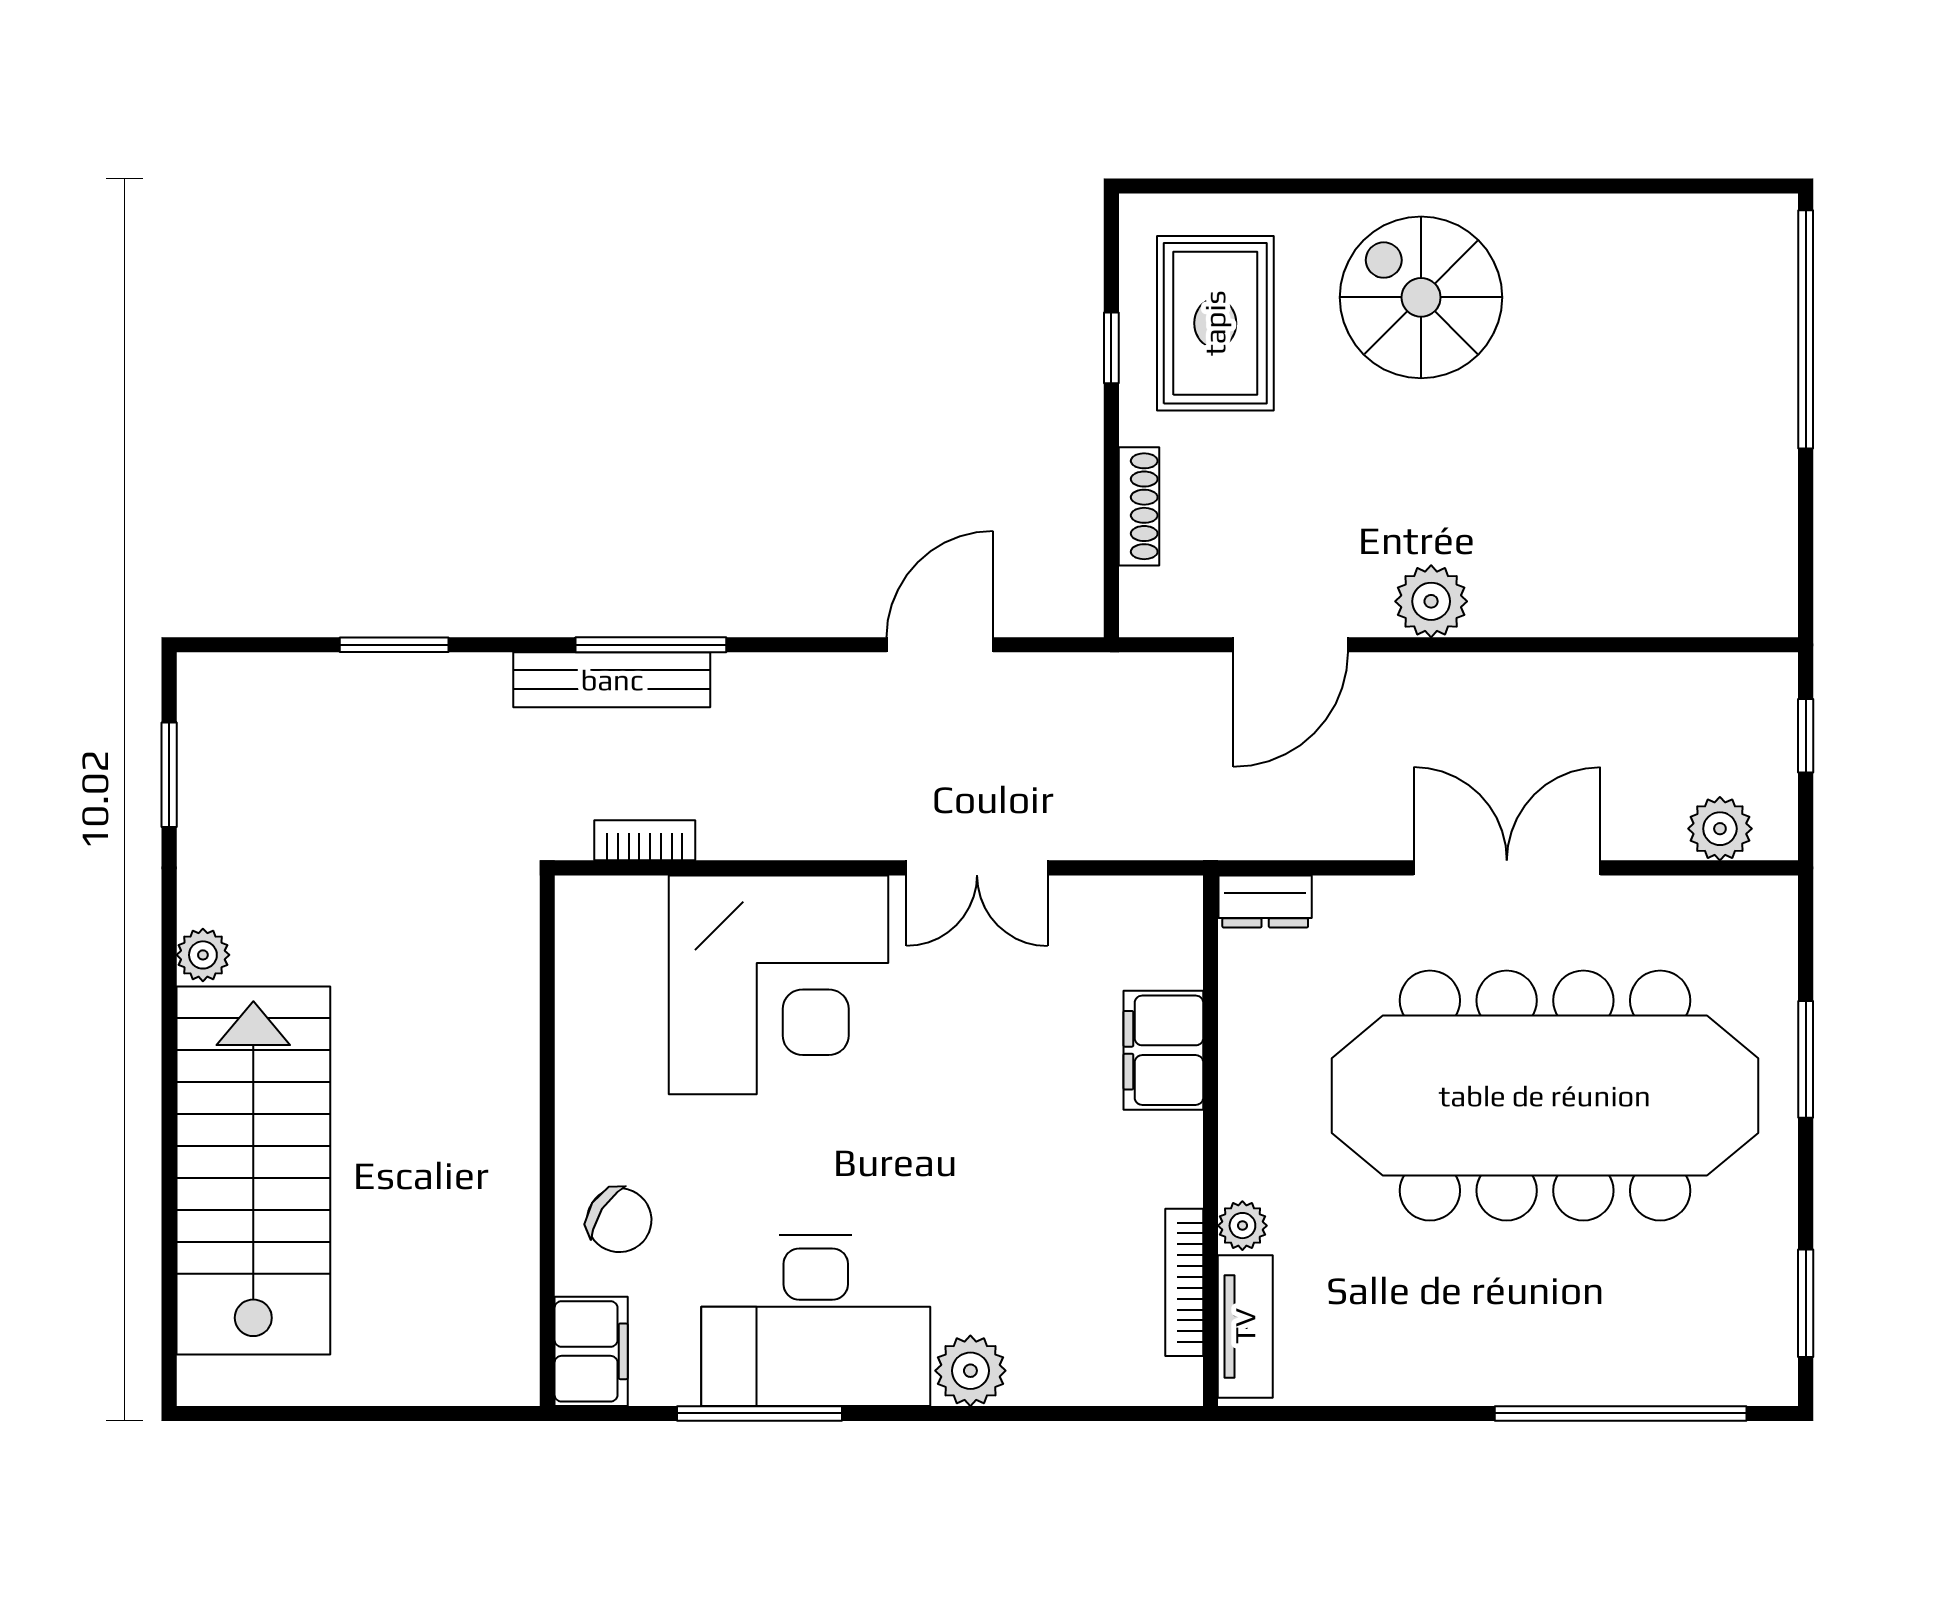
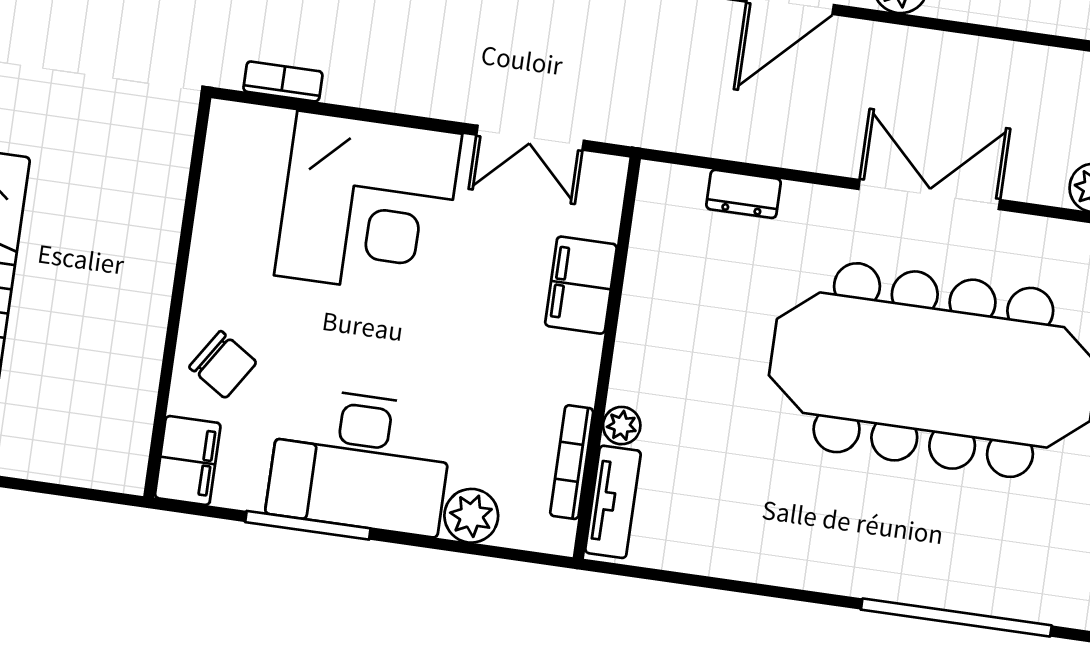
filing cabinet: (1163, 1050) -> (581, 285), moved
wall: (1211, 1141) -> (607, 358), moved
plant: (1242, 1226) -> (622, 426), moved
bookcase: (1184, 1282) -> (572, 462), moved
tv unit: (1245, 1326) -> (613, 502), moved

